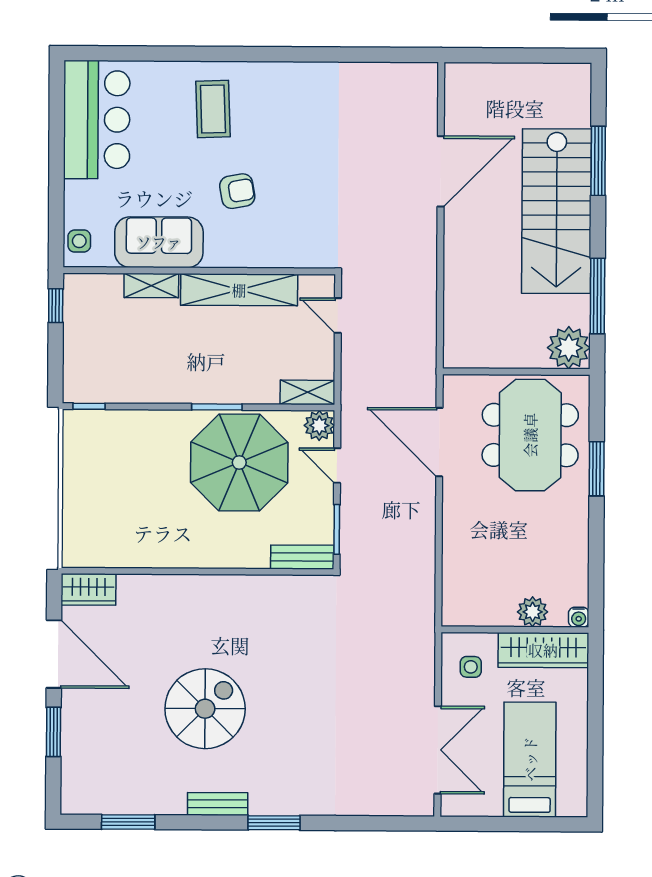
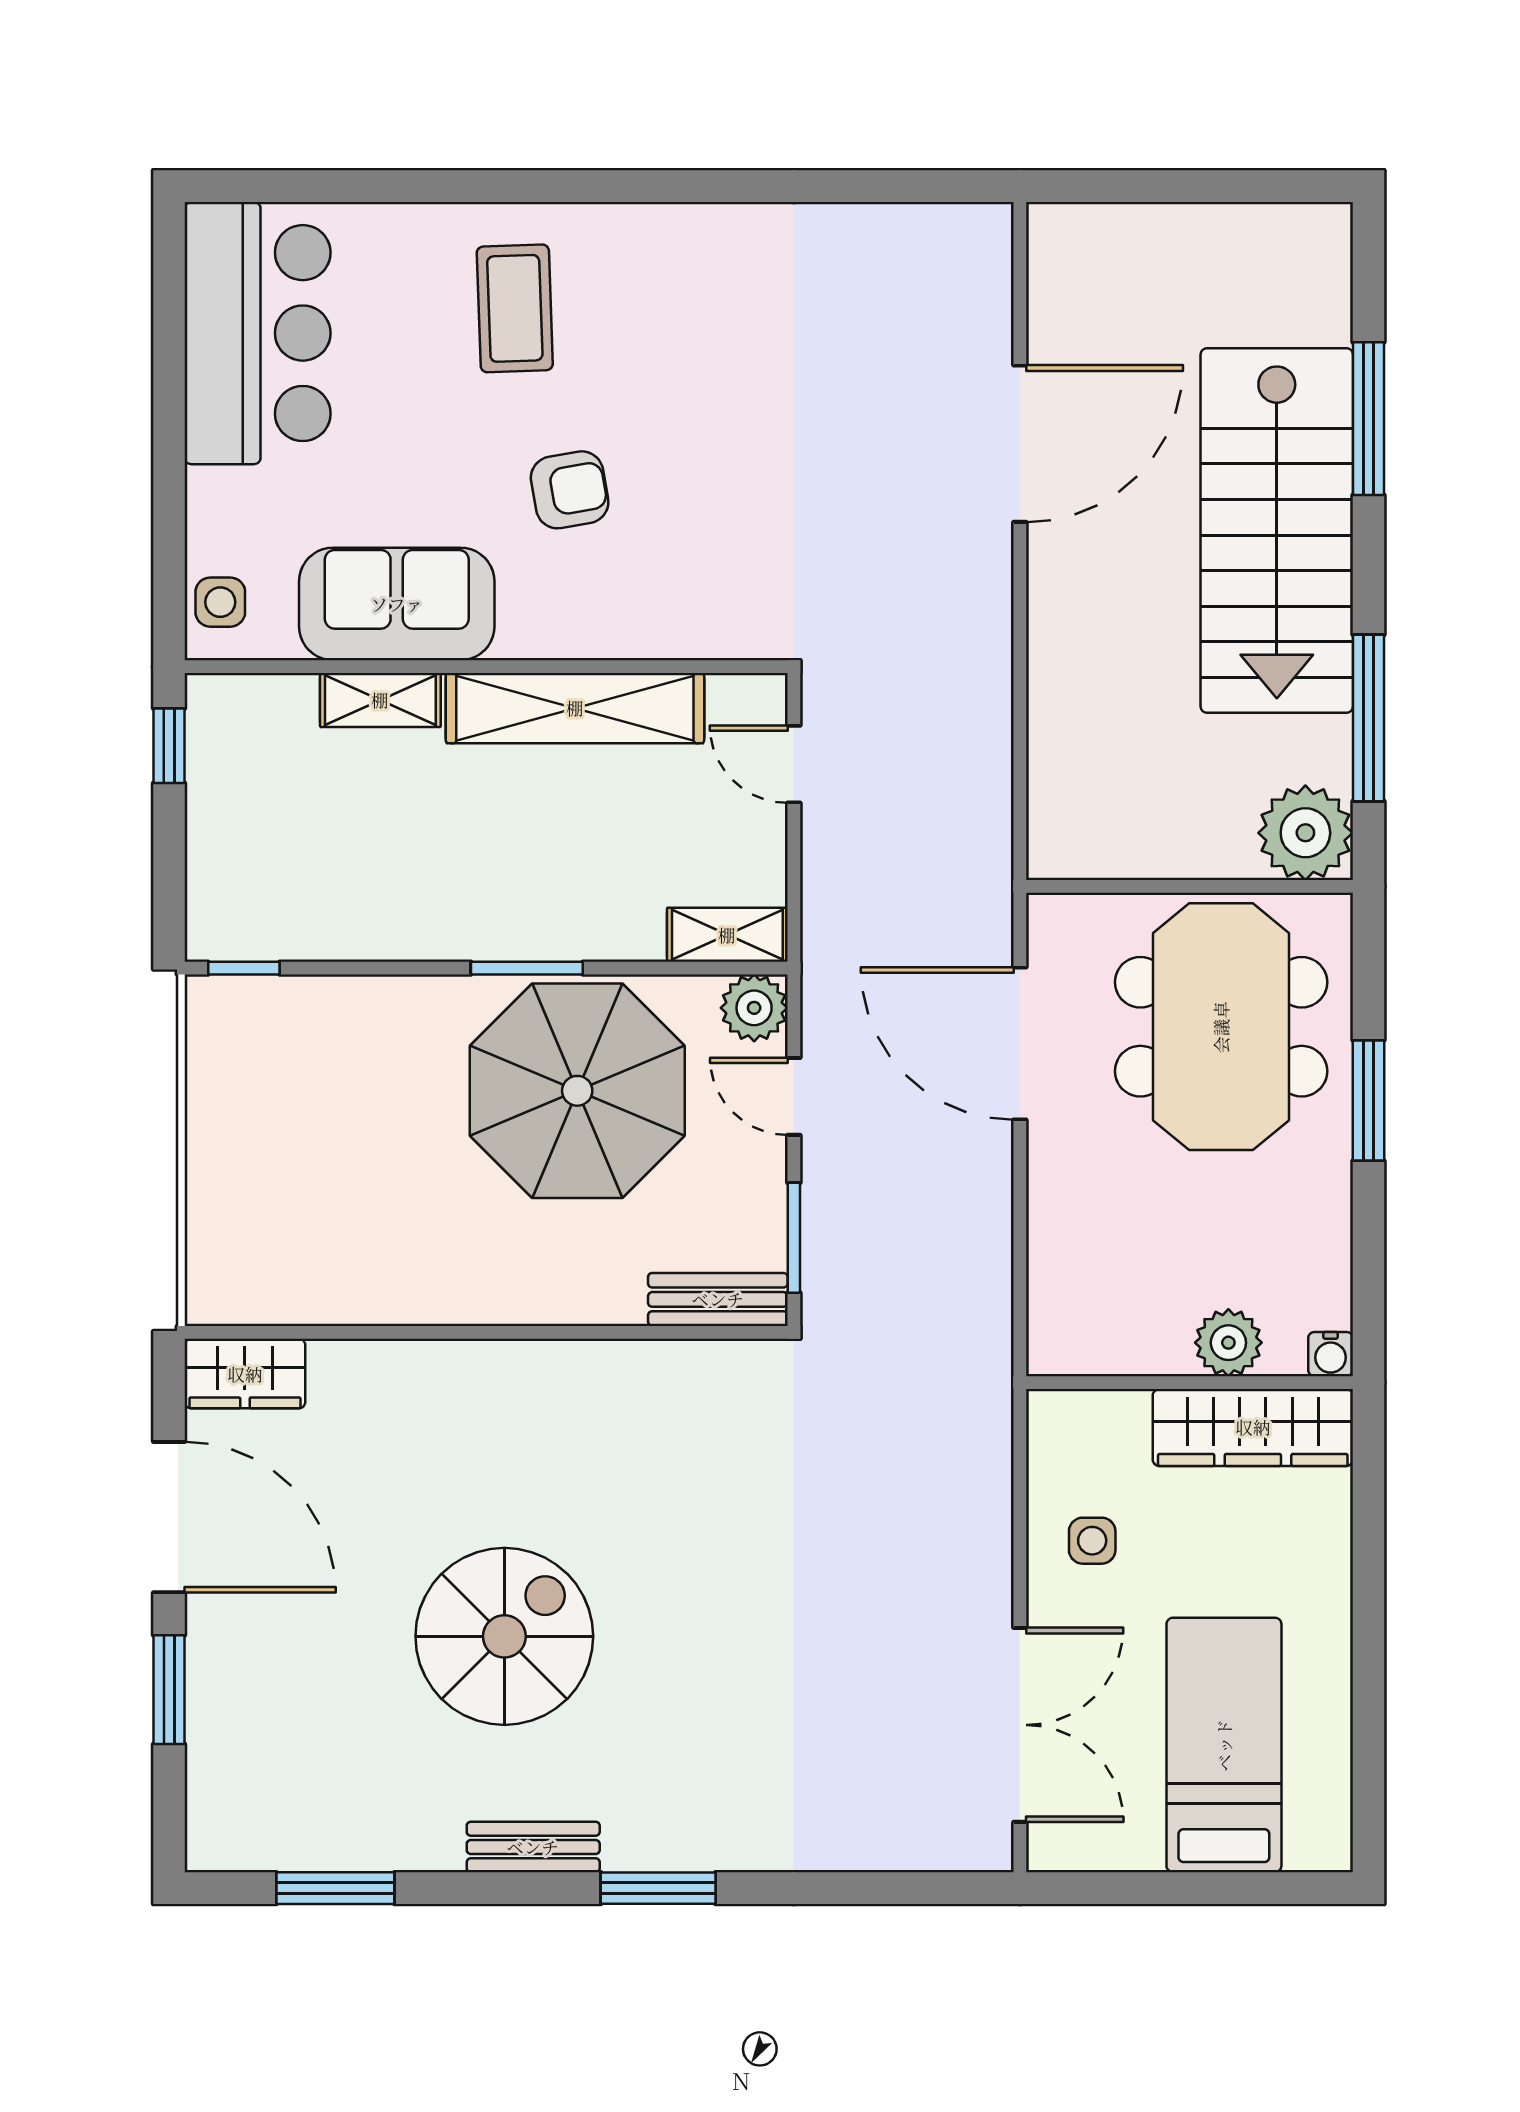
plant: (533, 612) -> (1228, 1343), moved
water cooler: (579, 617) -> (1331, 1354), moved
wall: (515, 630) -> (1189, 1383), moved
wardrobe: (543, 650) -> (1253, 1427), moved

